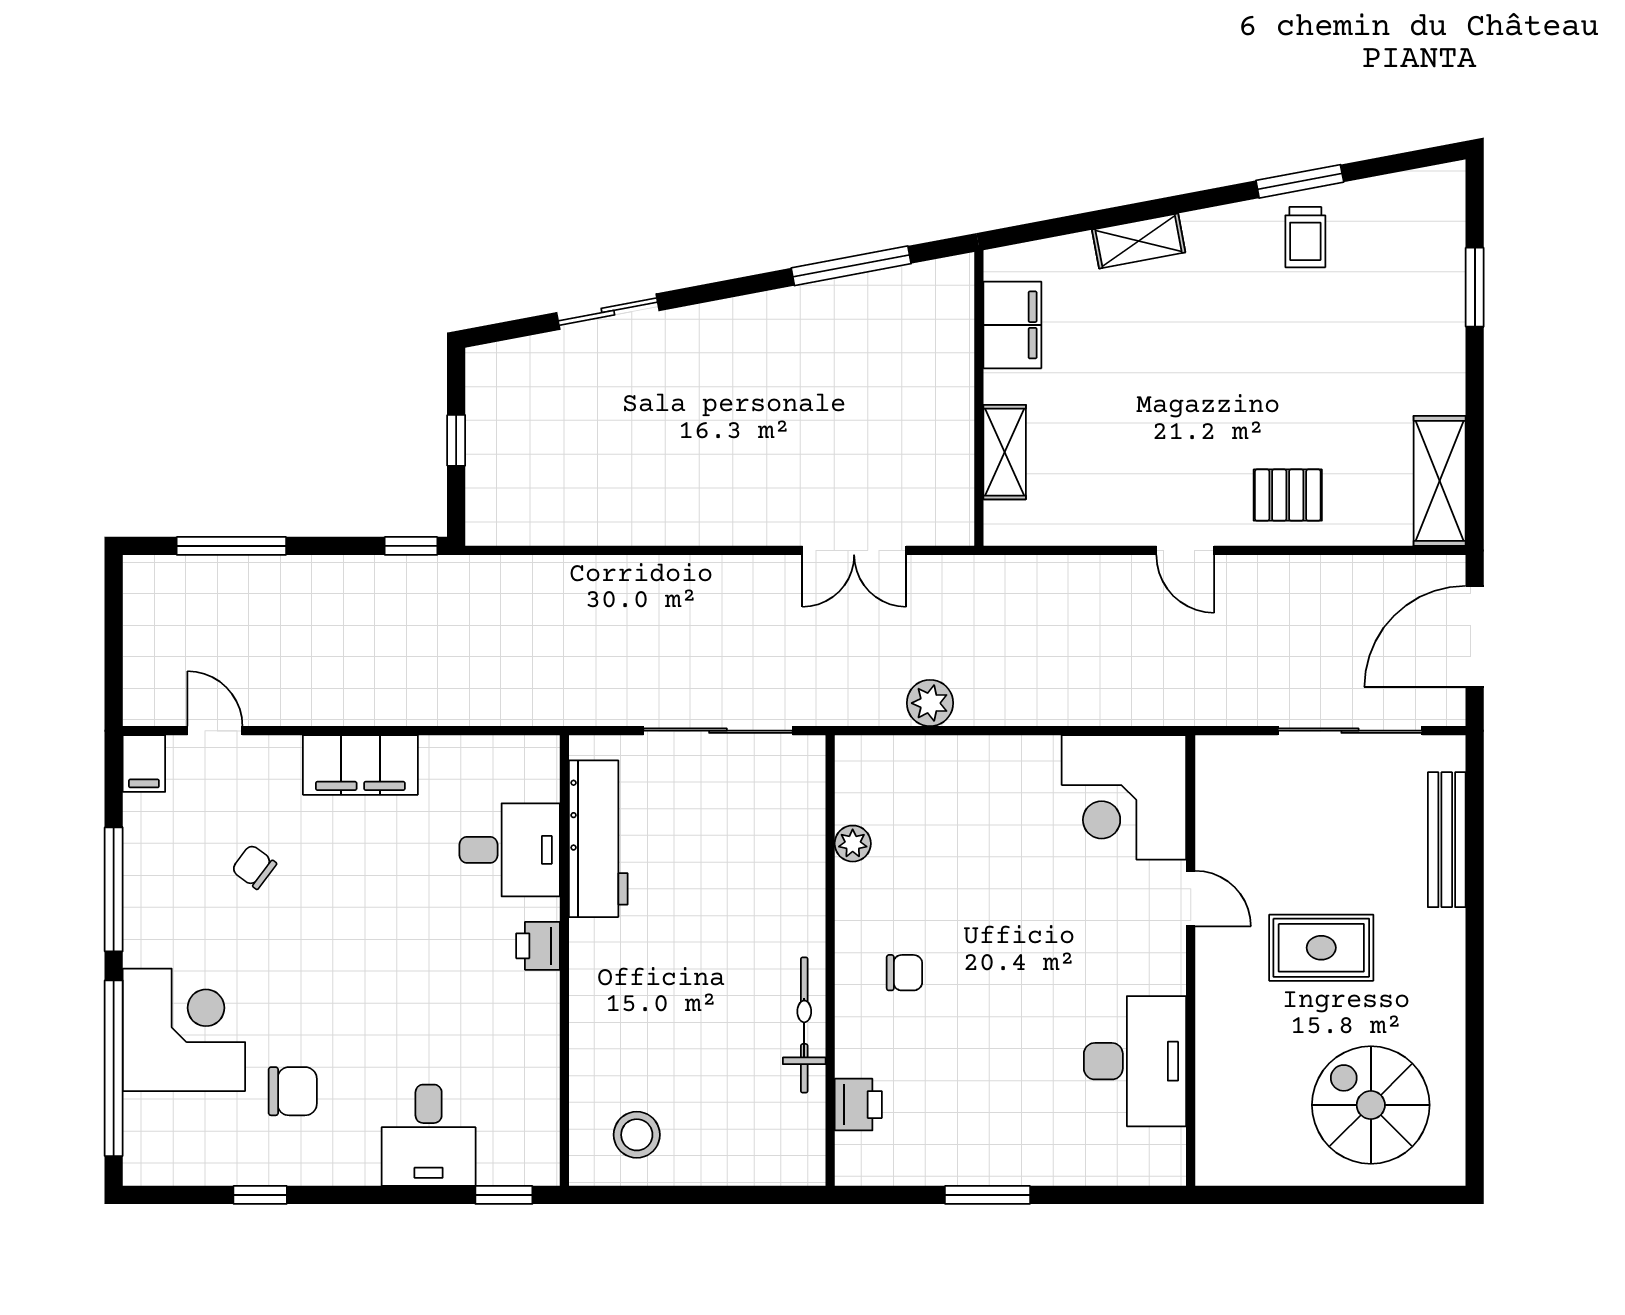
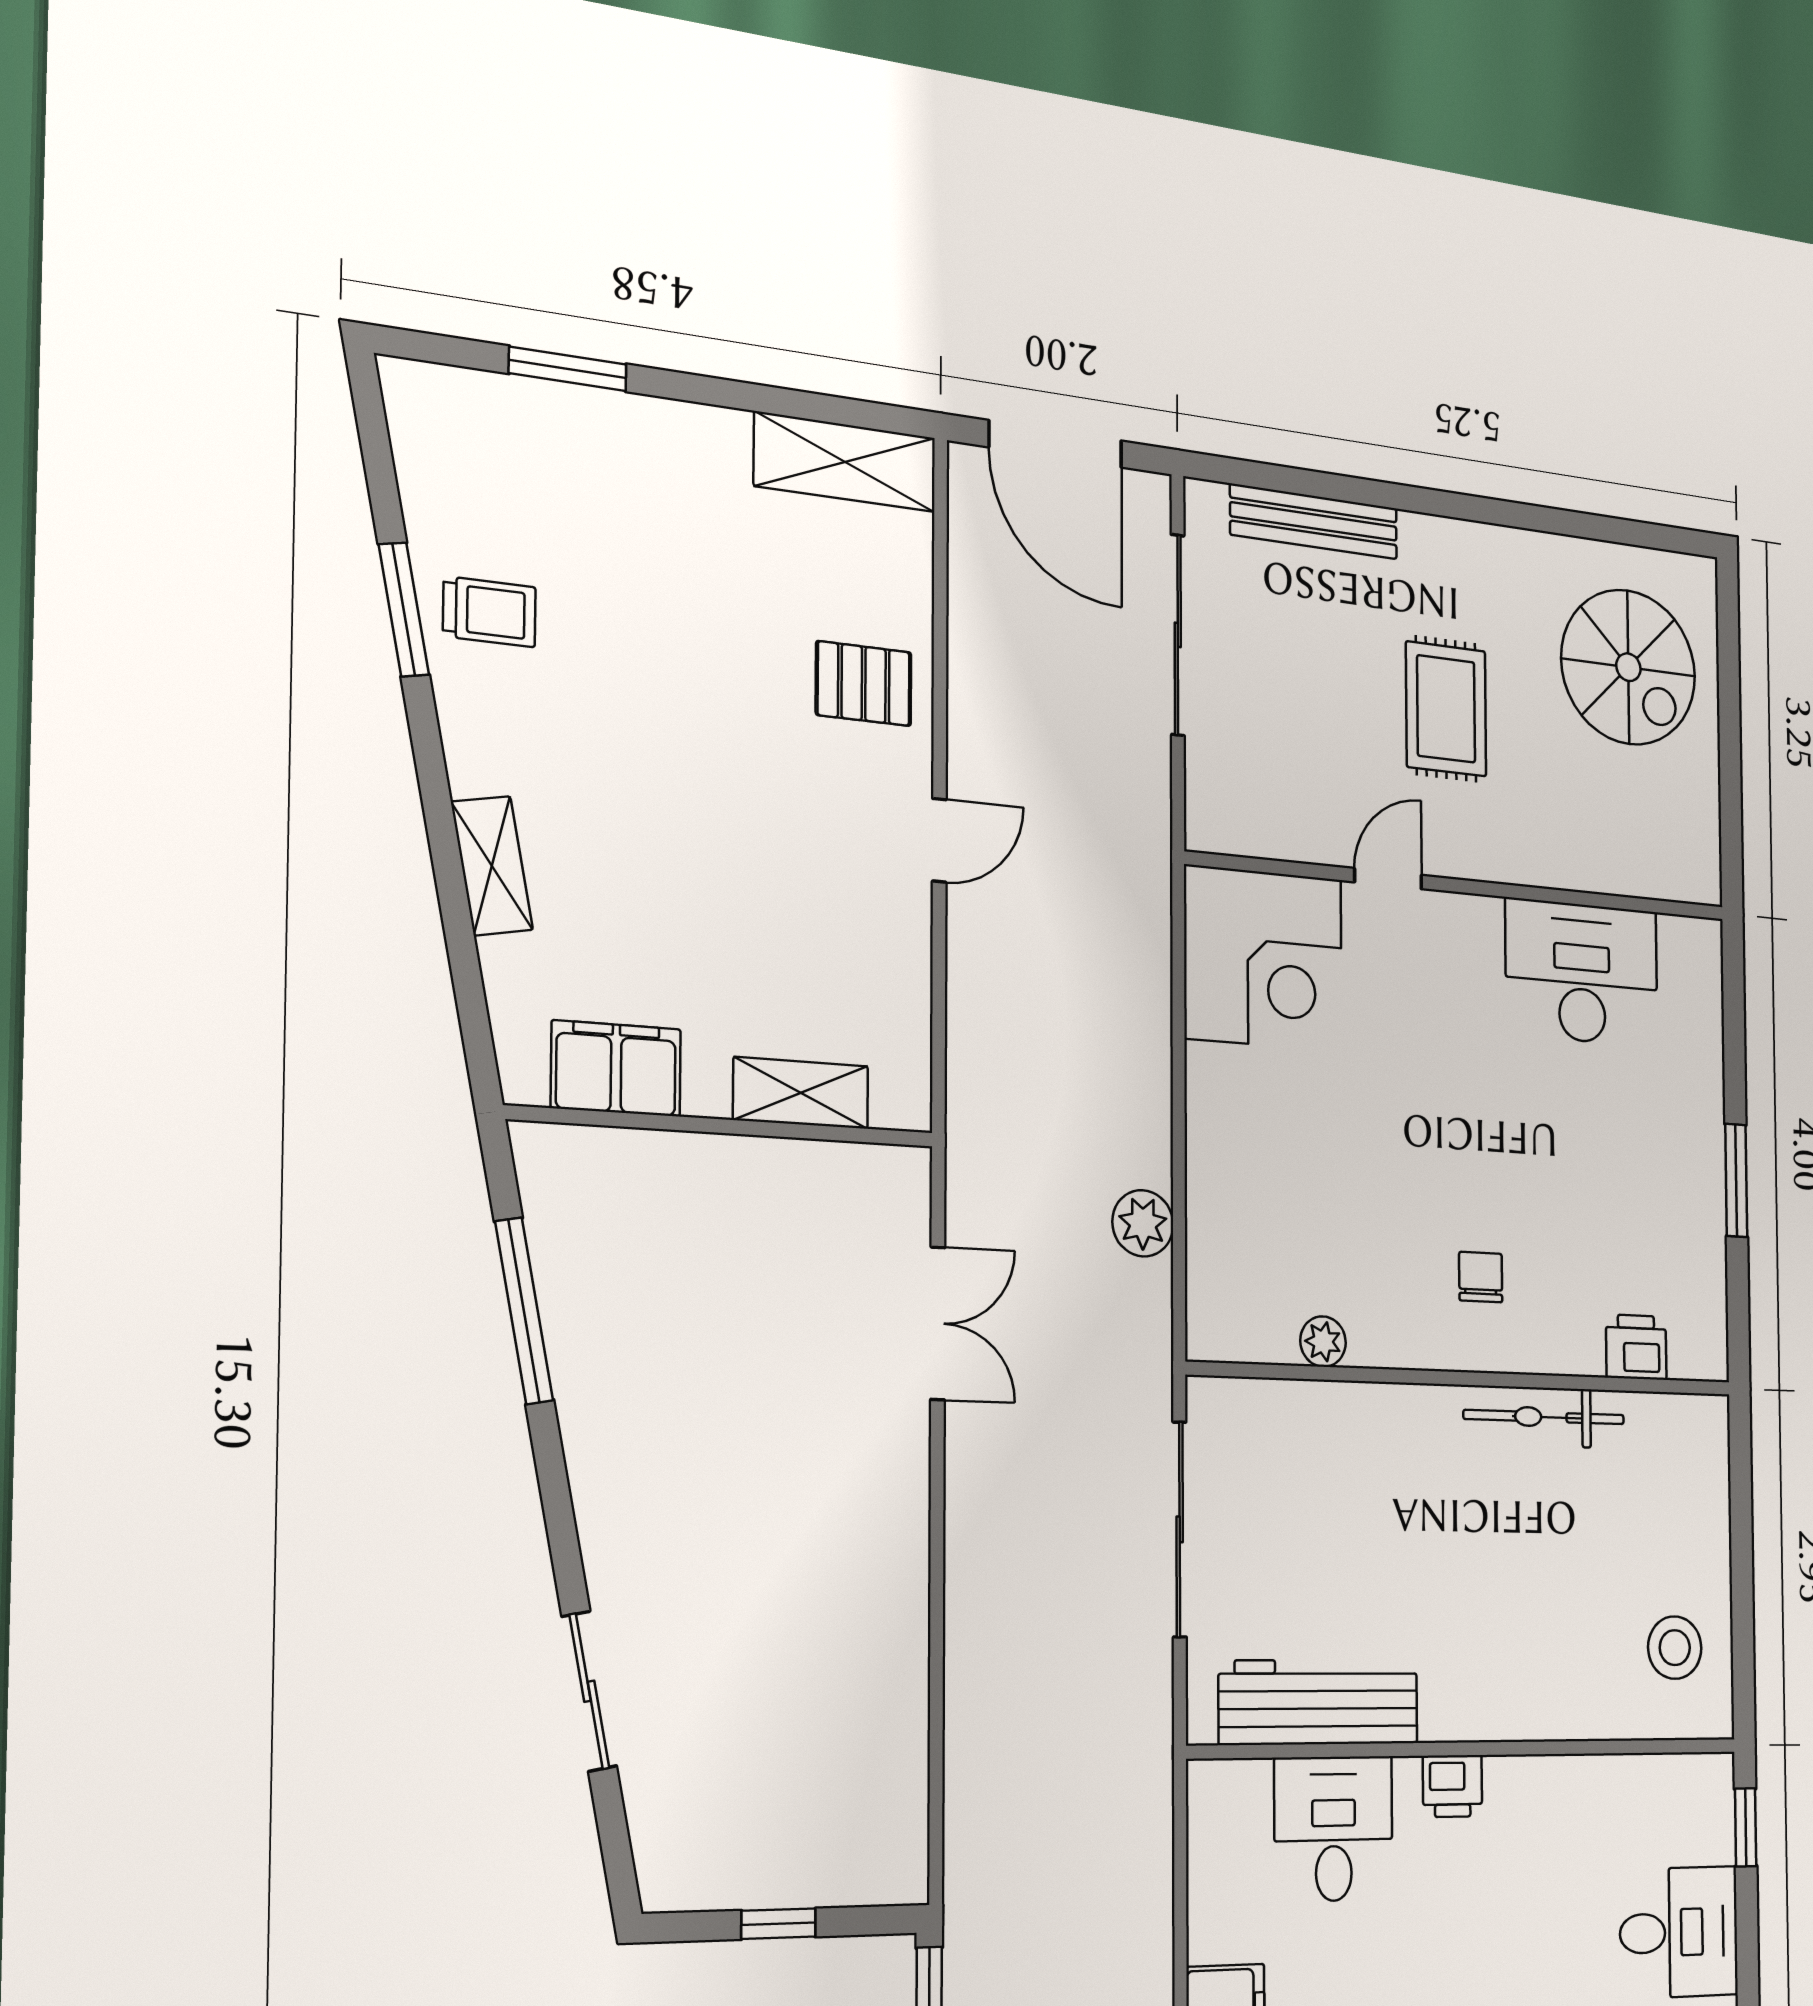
pallet: (1288, 495) -> (864, 684), turned 90
spiral stairs: (1371, 1105) -> (1628, 667), turned -90

